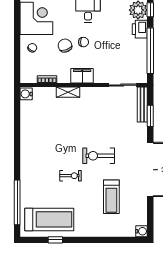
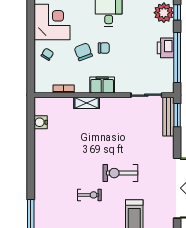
printer: (140, 29) -> (166, 48), moved
water cooler: (26, 94) -> (41, 122), moved
window: (150, 116) -> (177, 115), moved

